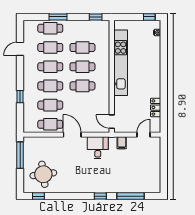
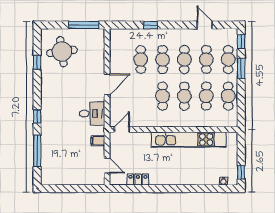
window: (96, 17) -> (241, 42), moved
cafe table: (50, 124) -> (228, 96), moved
window: (38, 196) -> (37, 62), moved

